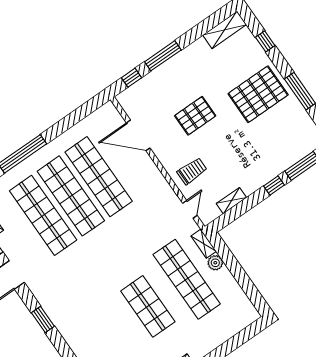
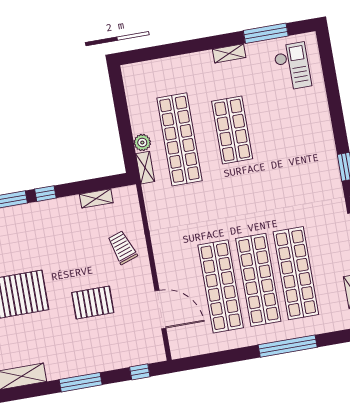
window: (163, 56) -> (81, 382), moved
trolley: (192, 171) -> (122, 247), turned 71
door: (190, 209) -> (143, 209), removed

